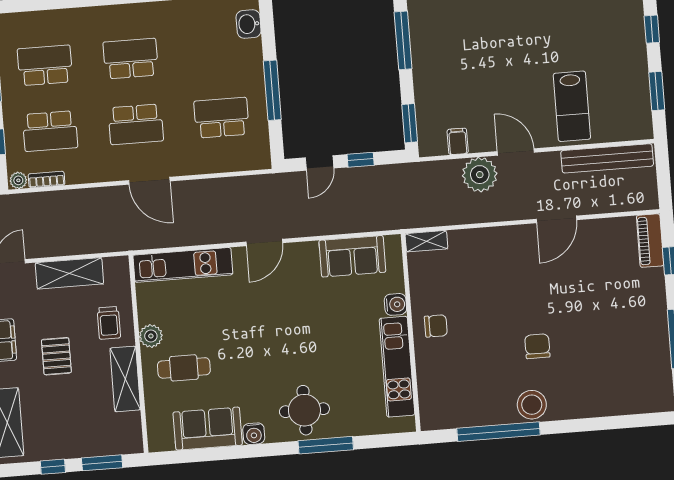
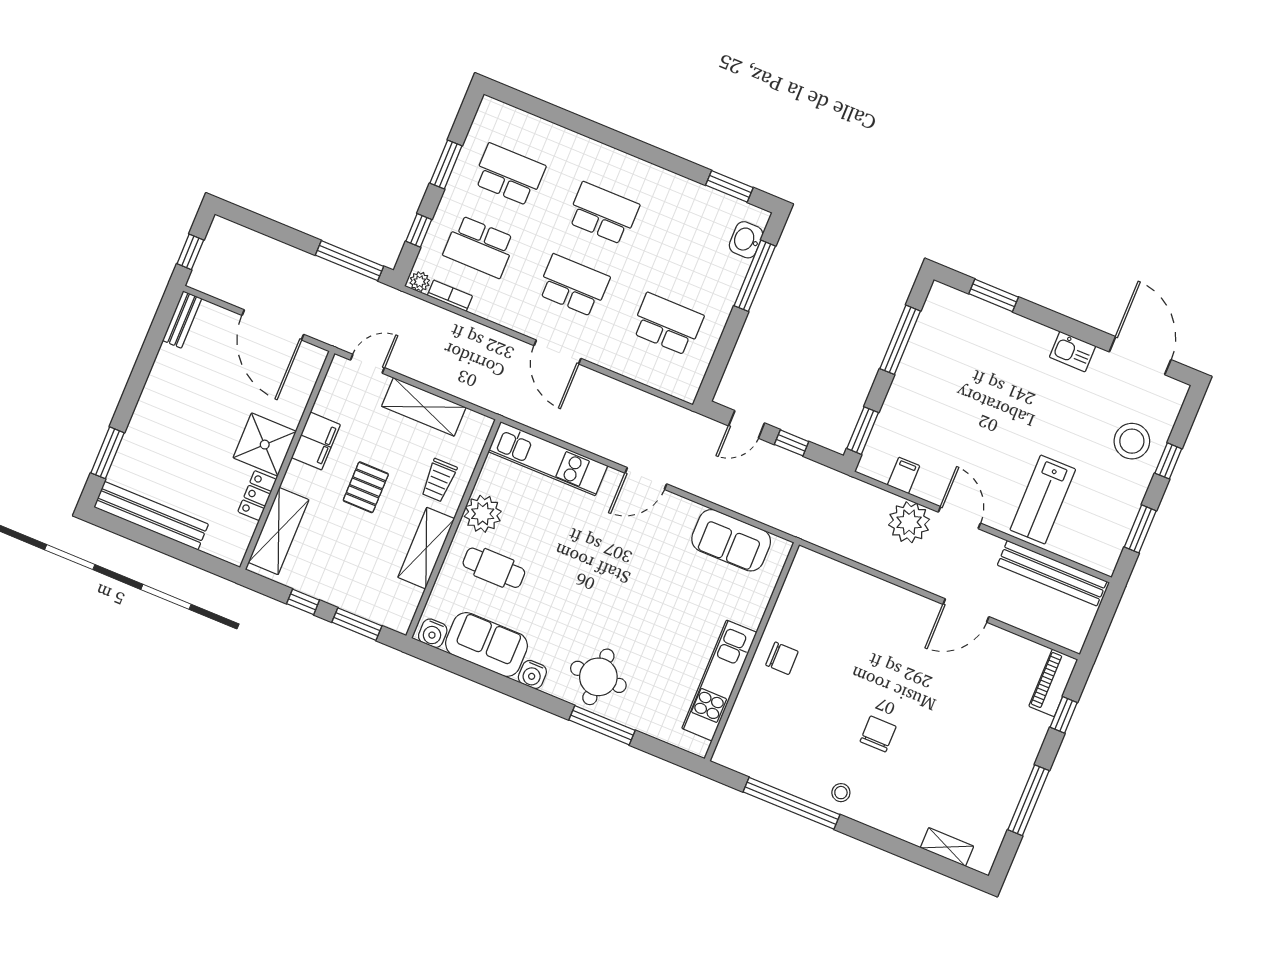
stool: (617, 28) -> (1132, 441), added
window: (272, 90) -> (755, 276), moved
school desk: (136, 124) -> (573, 285), turned 180
shelving: (426, 241) -> (947, 847), moved
water cooler: (395, 304) -> (433, 633), moved, turned 90
plant: (151, 336) -> (483, 514), width x1.36, depth x1.36
stool: (532, 405) -> (841, 793), width x0.53, depth x0.53

